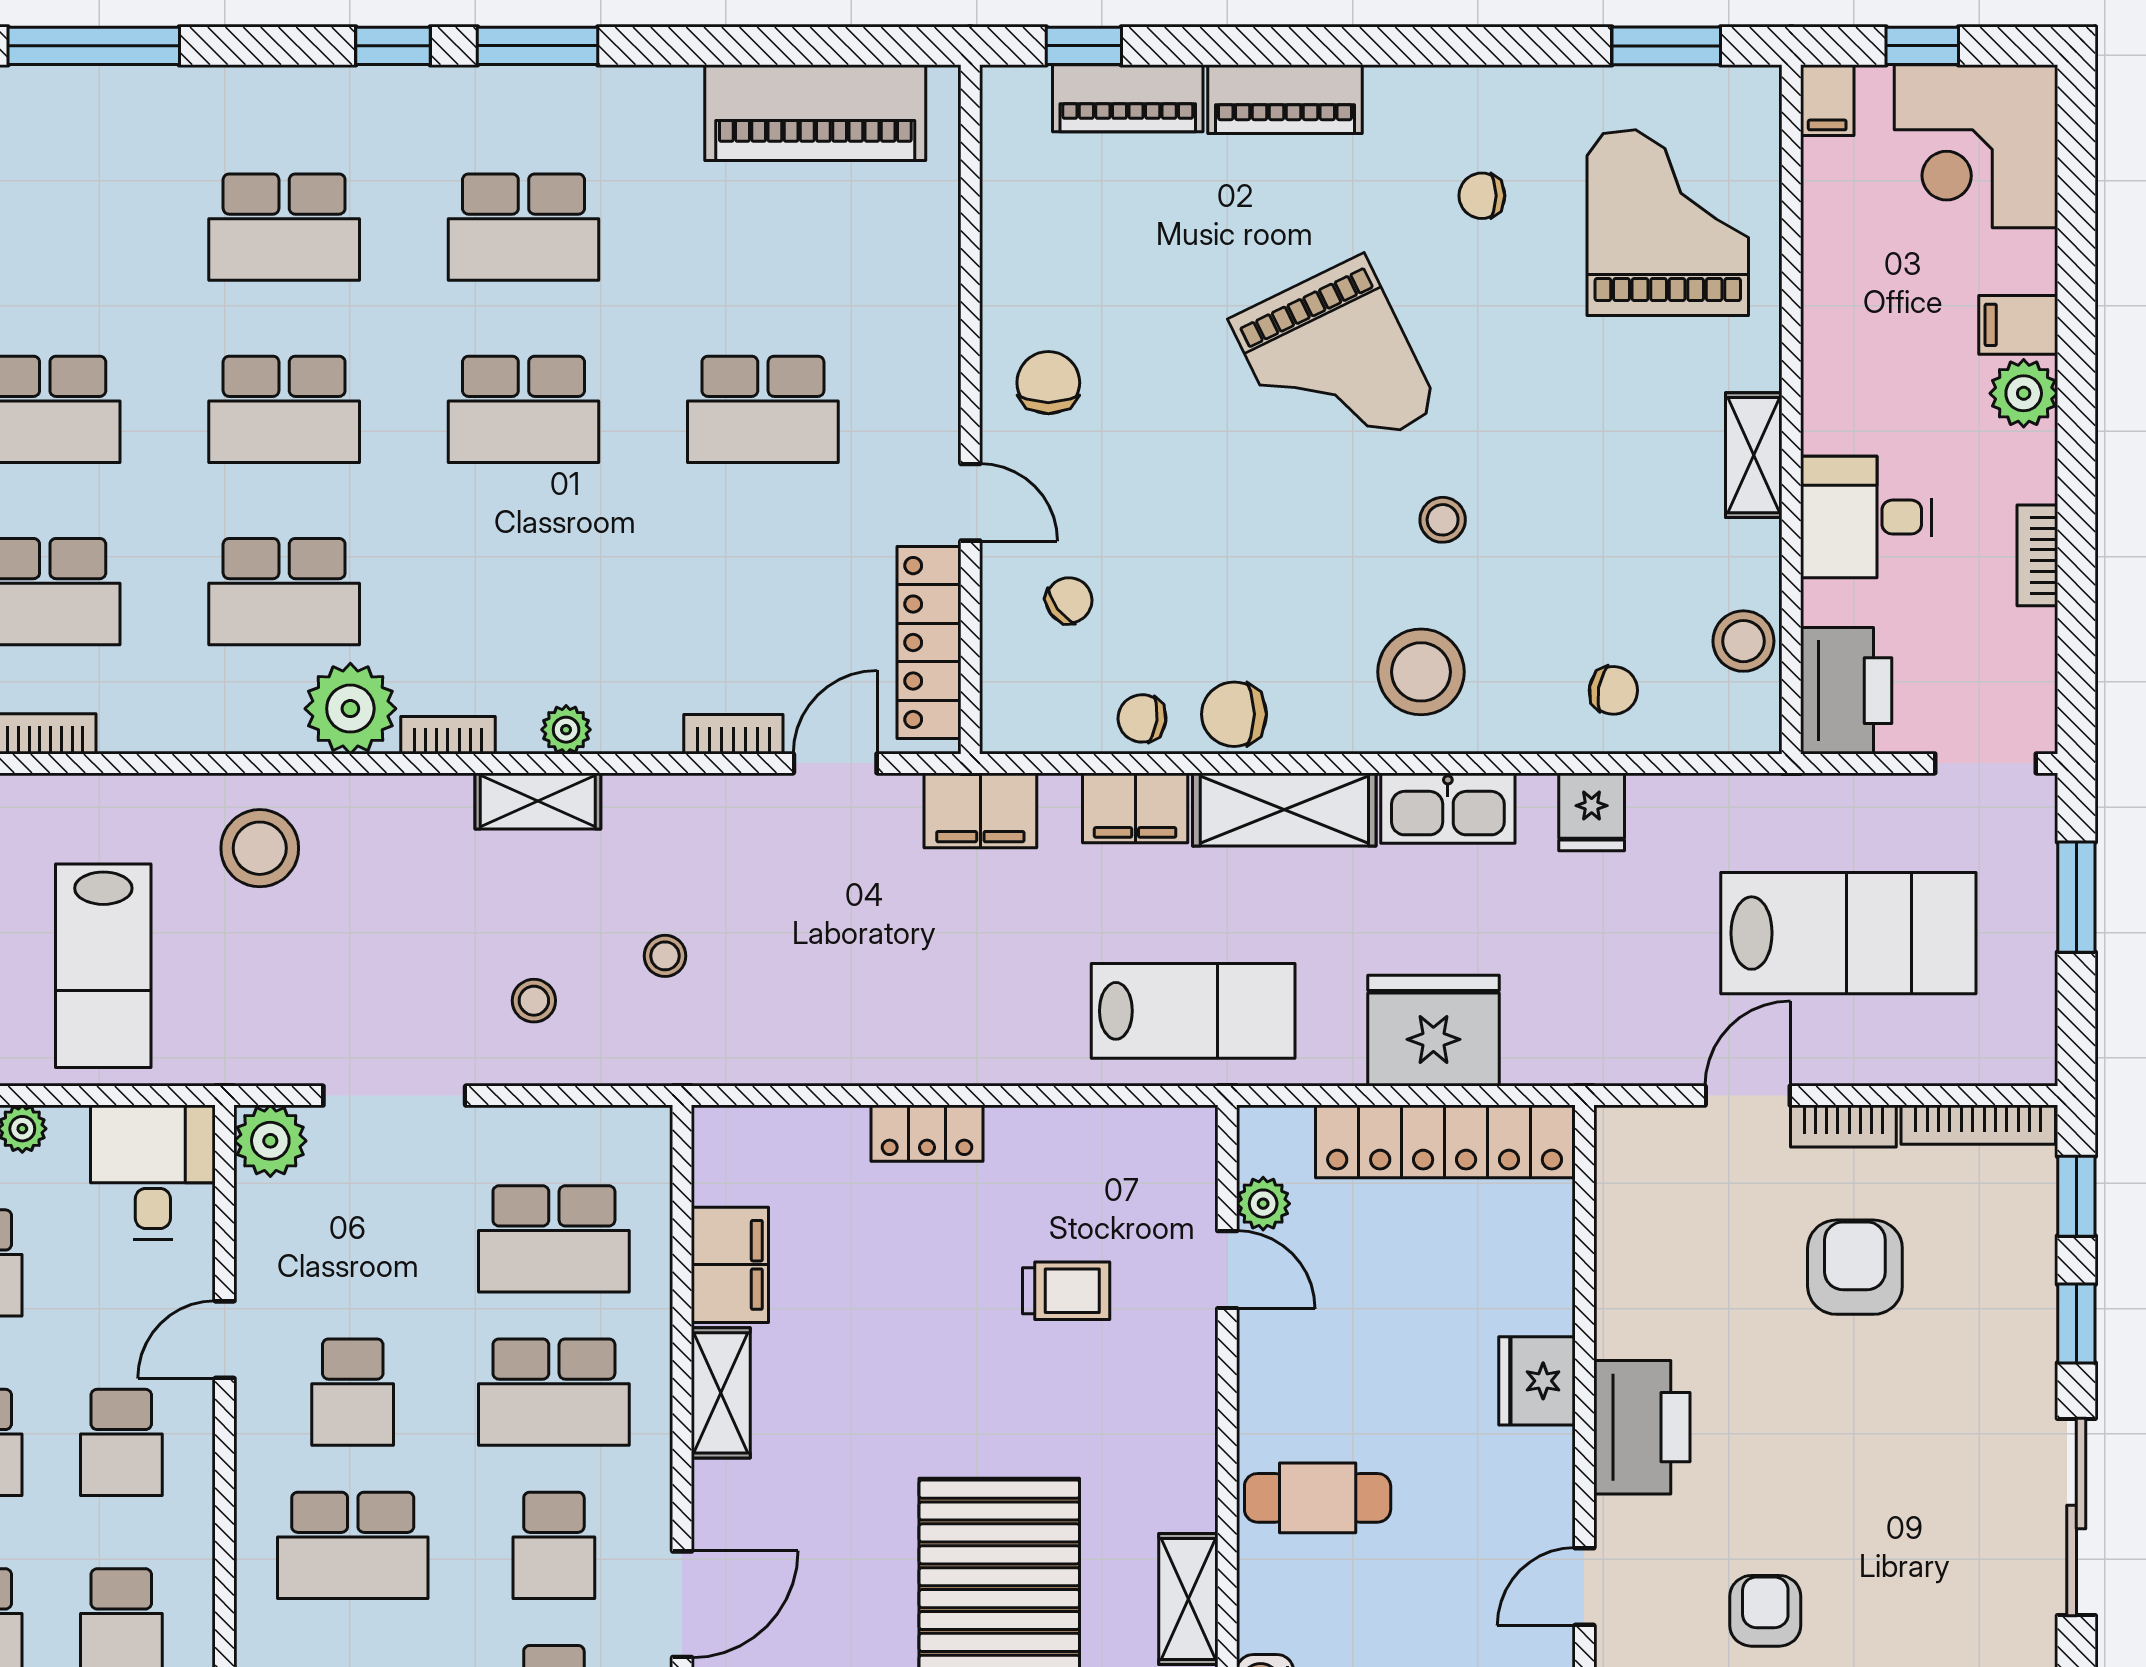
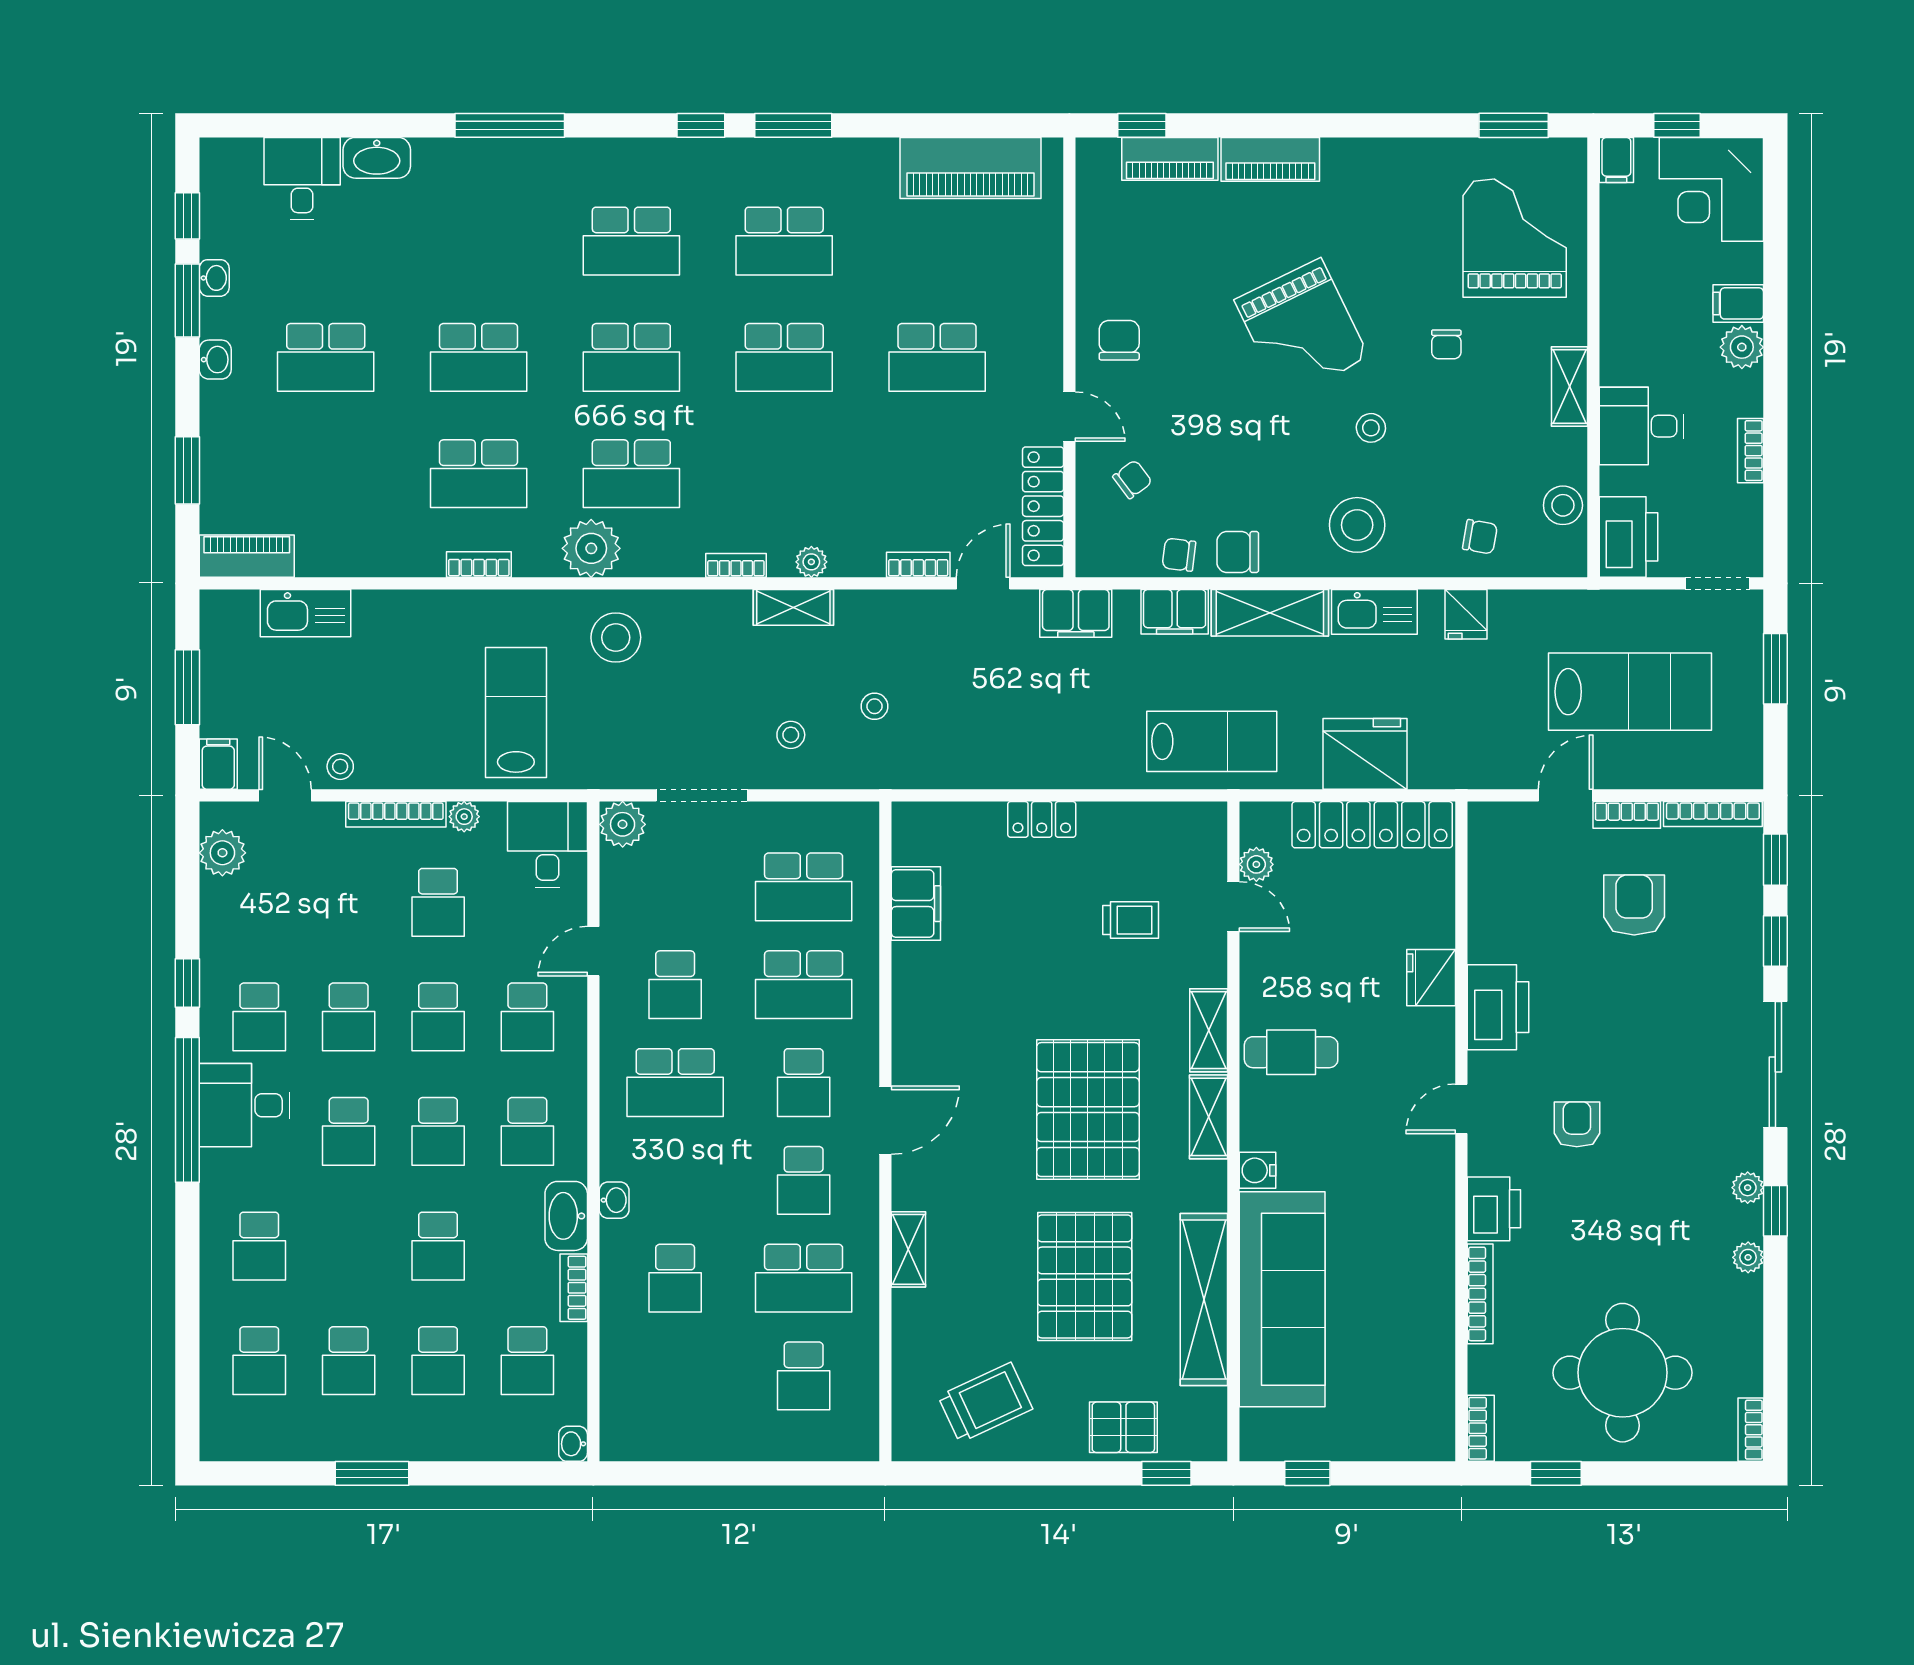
chair: (1482, 196) -> (1446, 344), moved, turned -90
plant: (350, 709) -> (591, 548), moved
lab bench: (103, 966) -> (516, 713), turned 180
shelving: (721, 1393) -> (1209, 1030), moved

